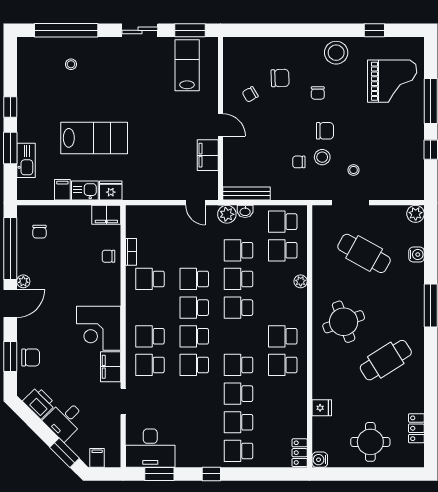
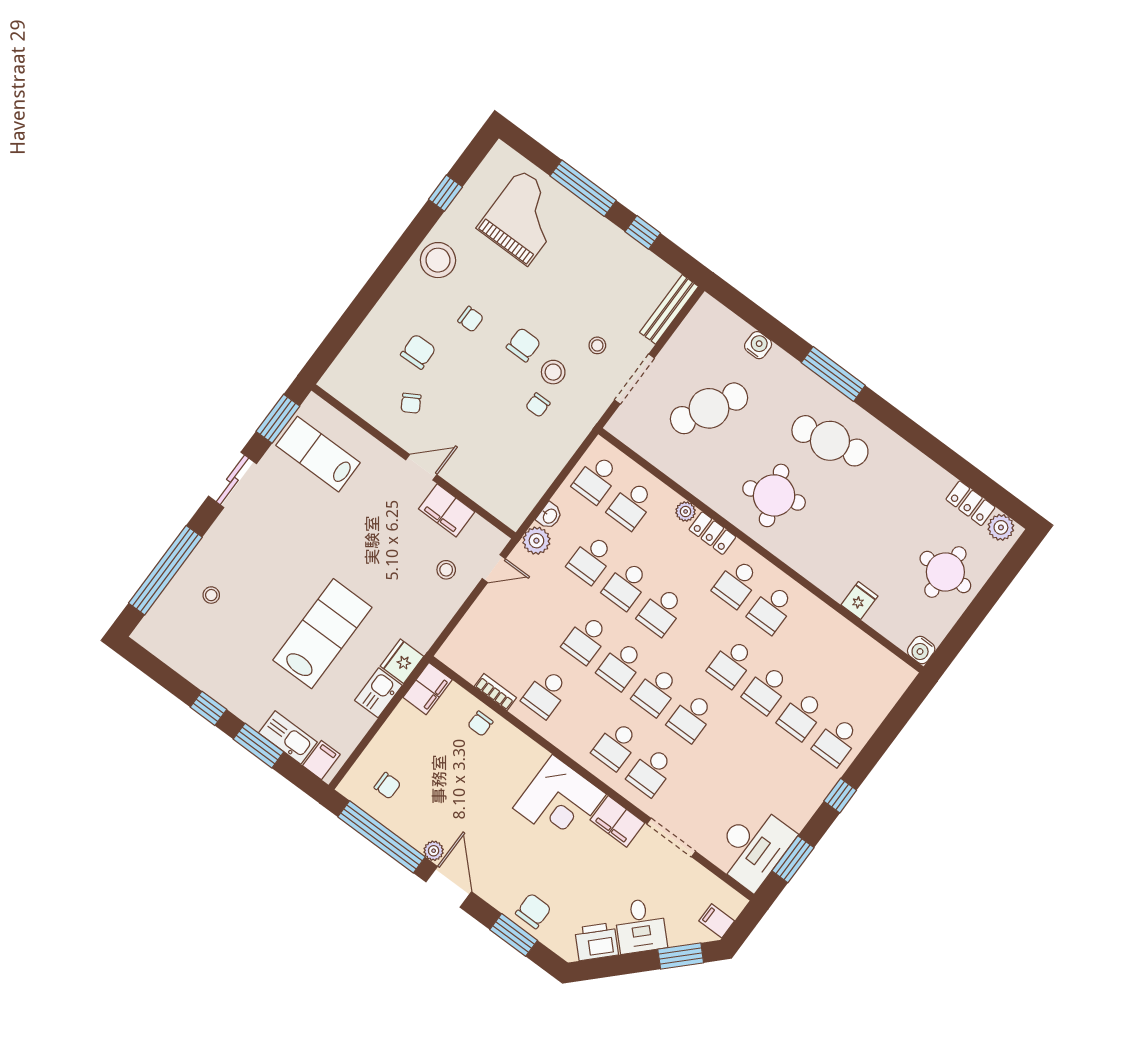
stool: (176, 178) -> (446, 570), added
filing cabinet: (62, 190) -> (321, 760), moved, turned 90
bench: (247, 194) -> (669, 309), moved
plant: (416, 214) -> (1001, 527), moved
cafe table: (386, 360) -> (830, 441), moved, turned -70
doorway: (123, 401) -> (671, 838), width x1.38
locker: (300, 453) -> (712, 533), moved

